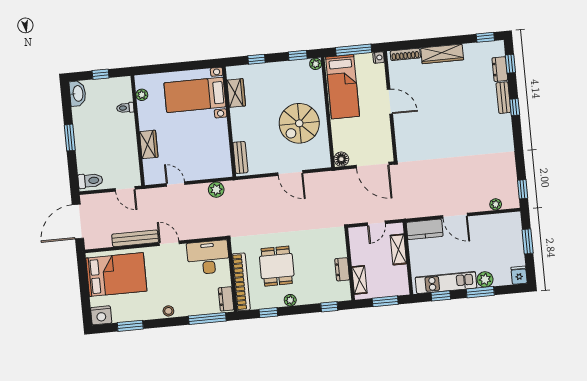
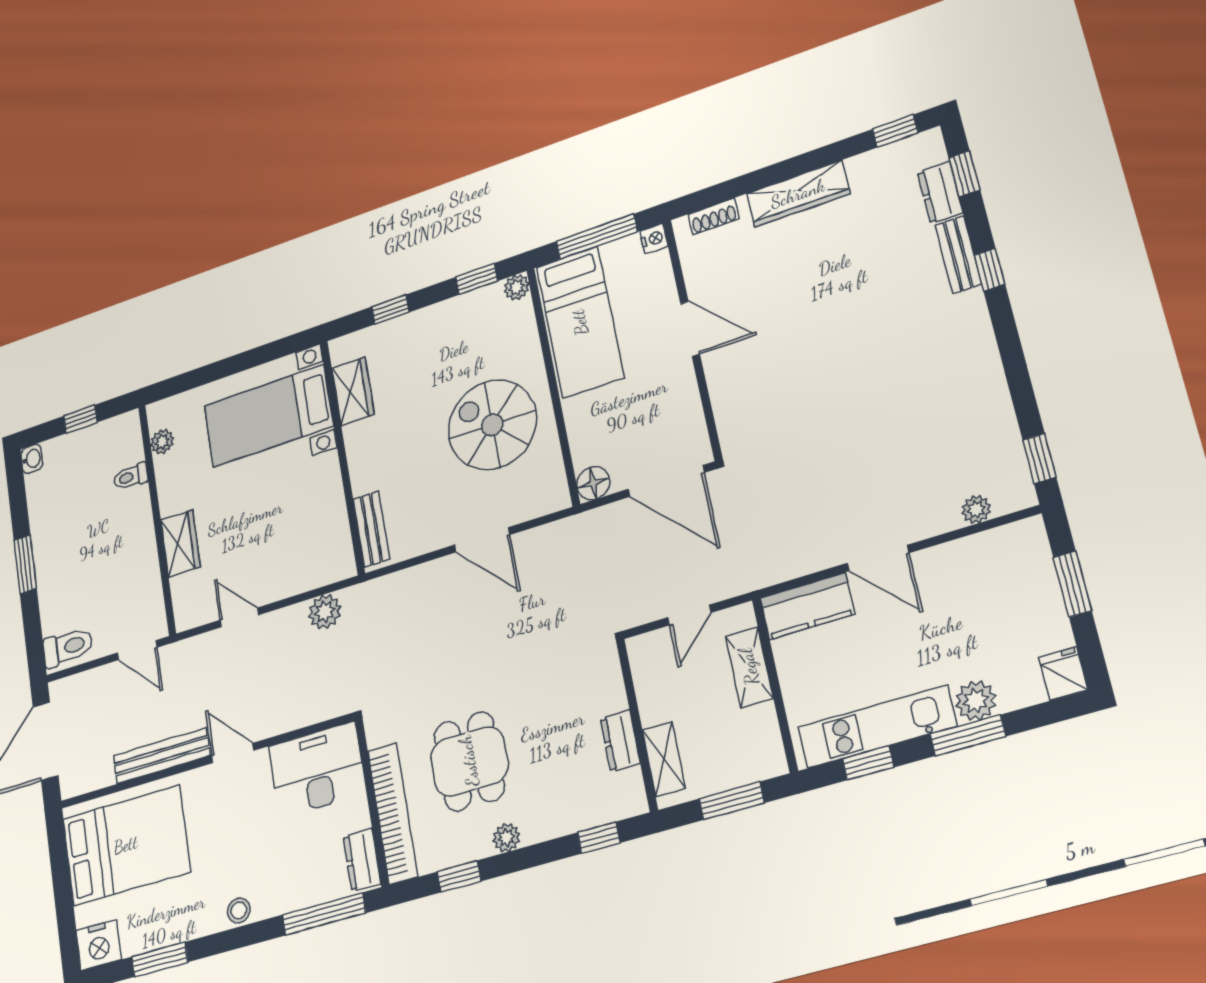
shoe rack: (405, 54) -> (714, 216), width x0.70
washbasin: (78, 93) -> (32, 459), width x0.52, depth x0.69
spiral stairs: (299, 123) -> (492, 425), turned 90

